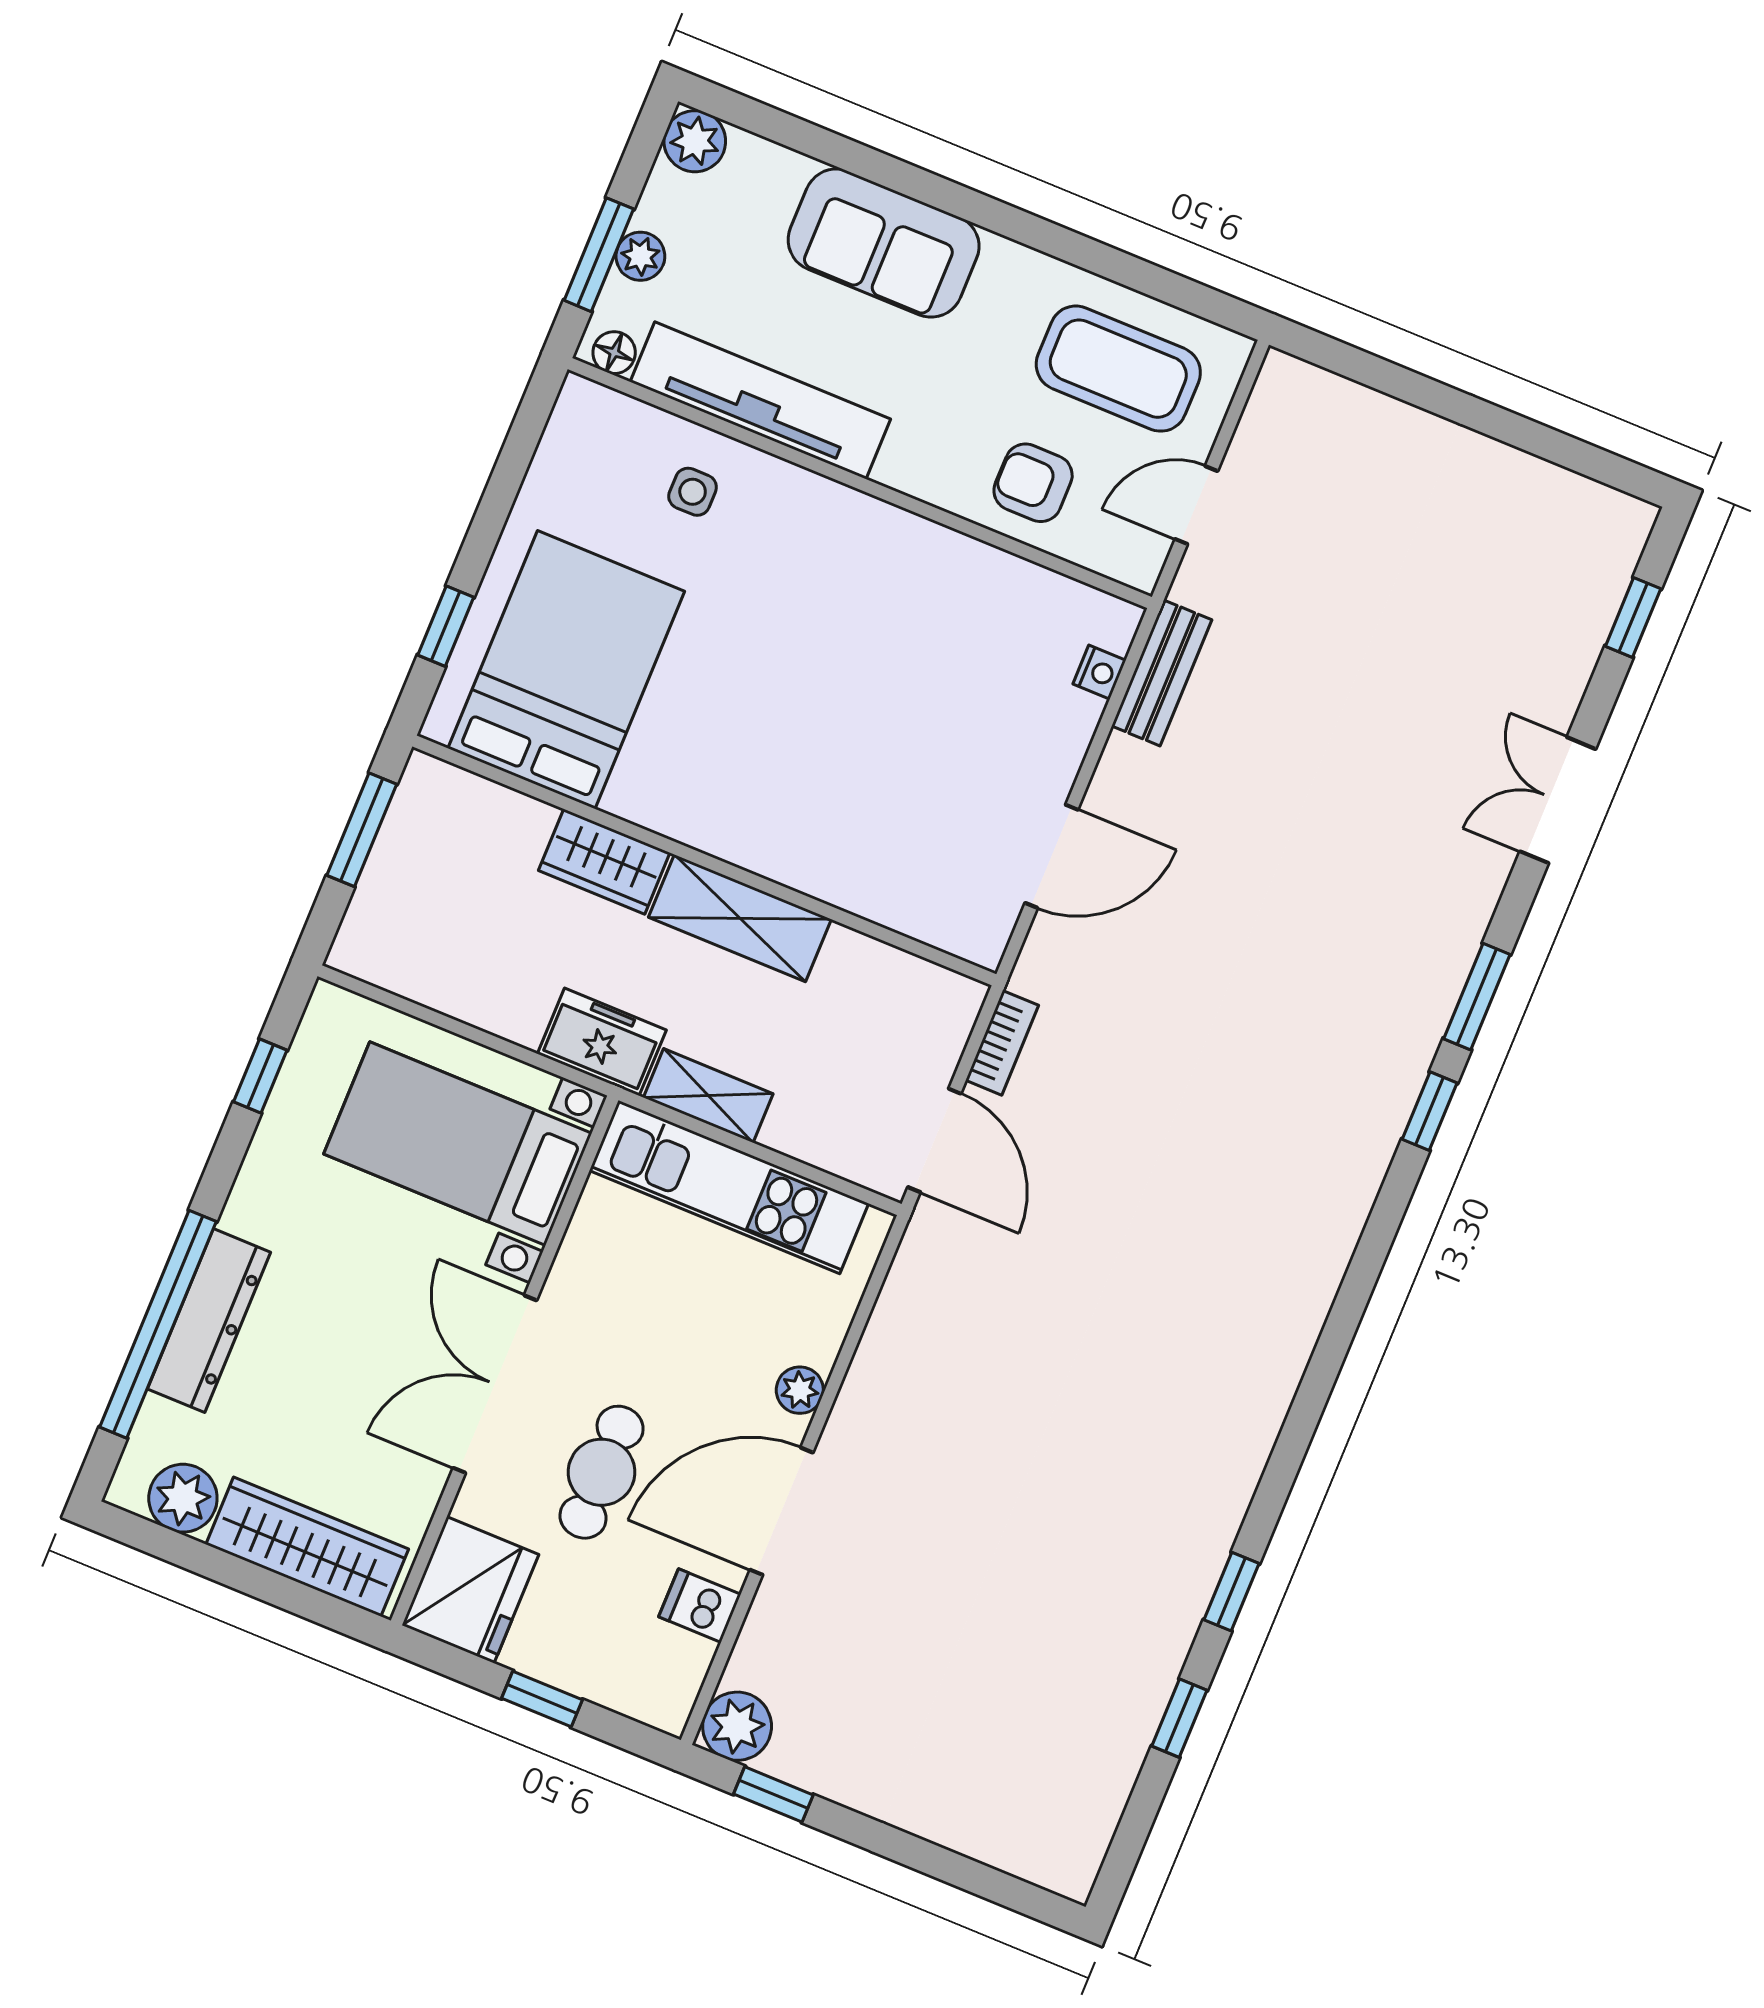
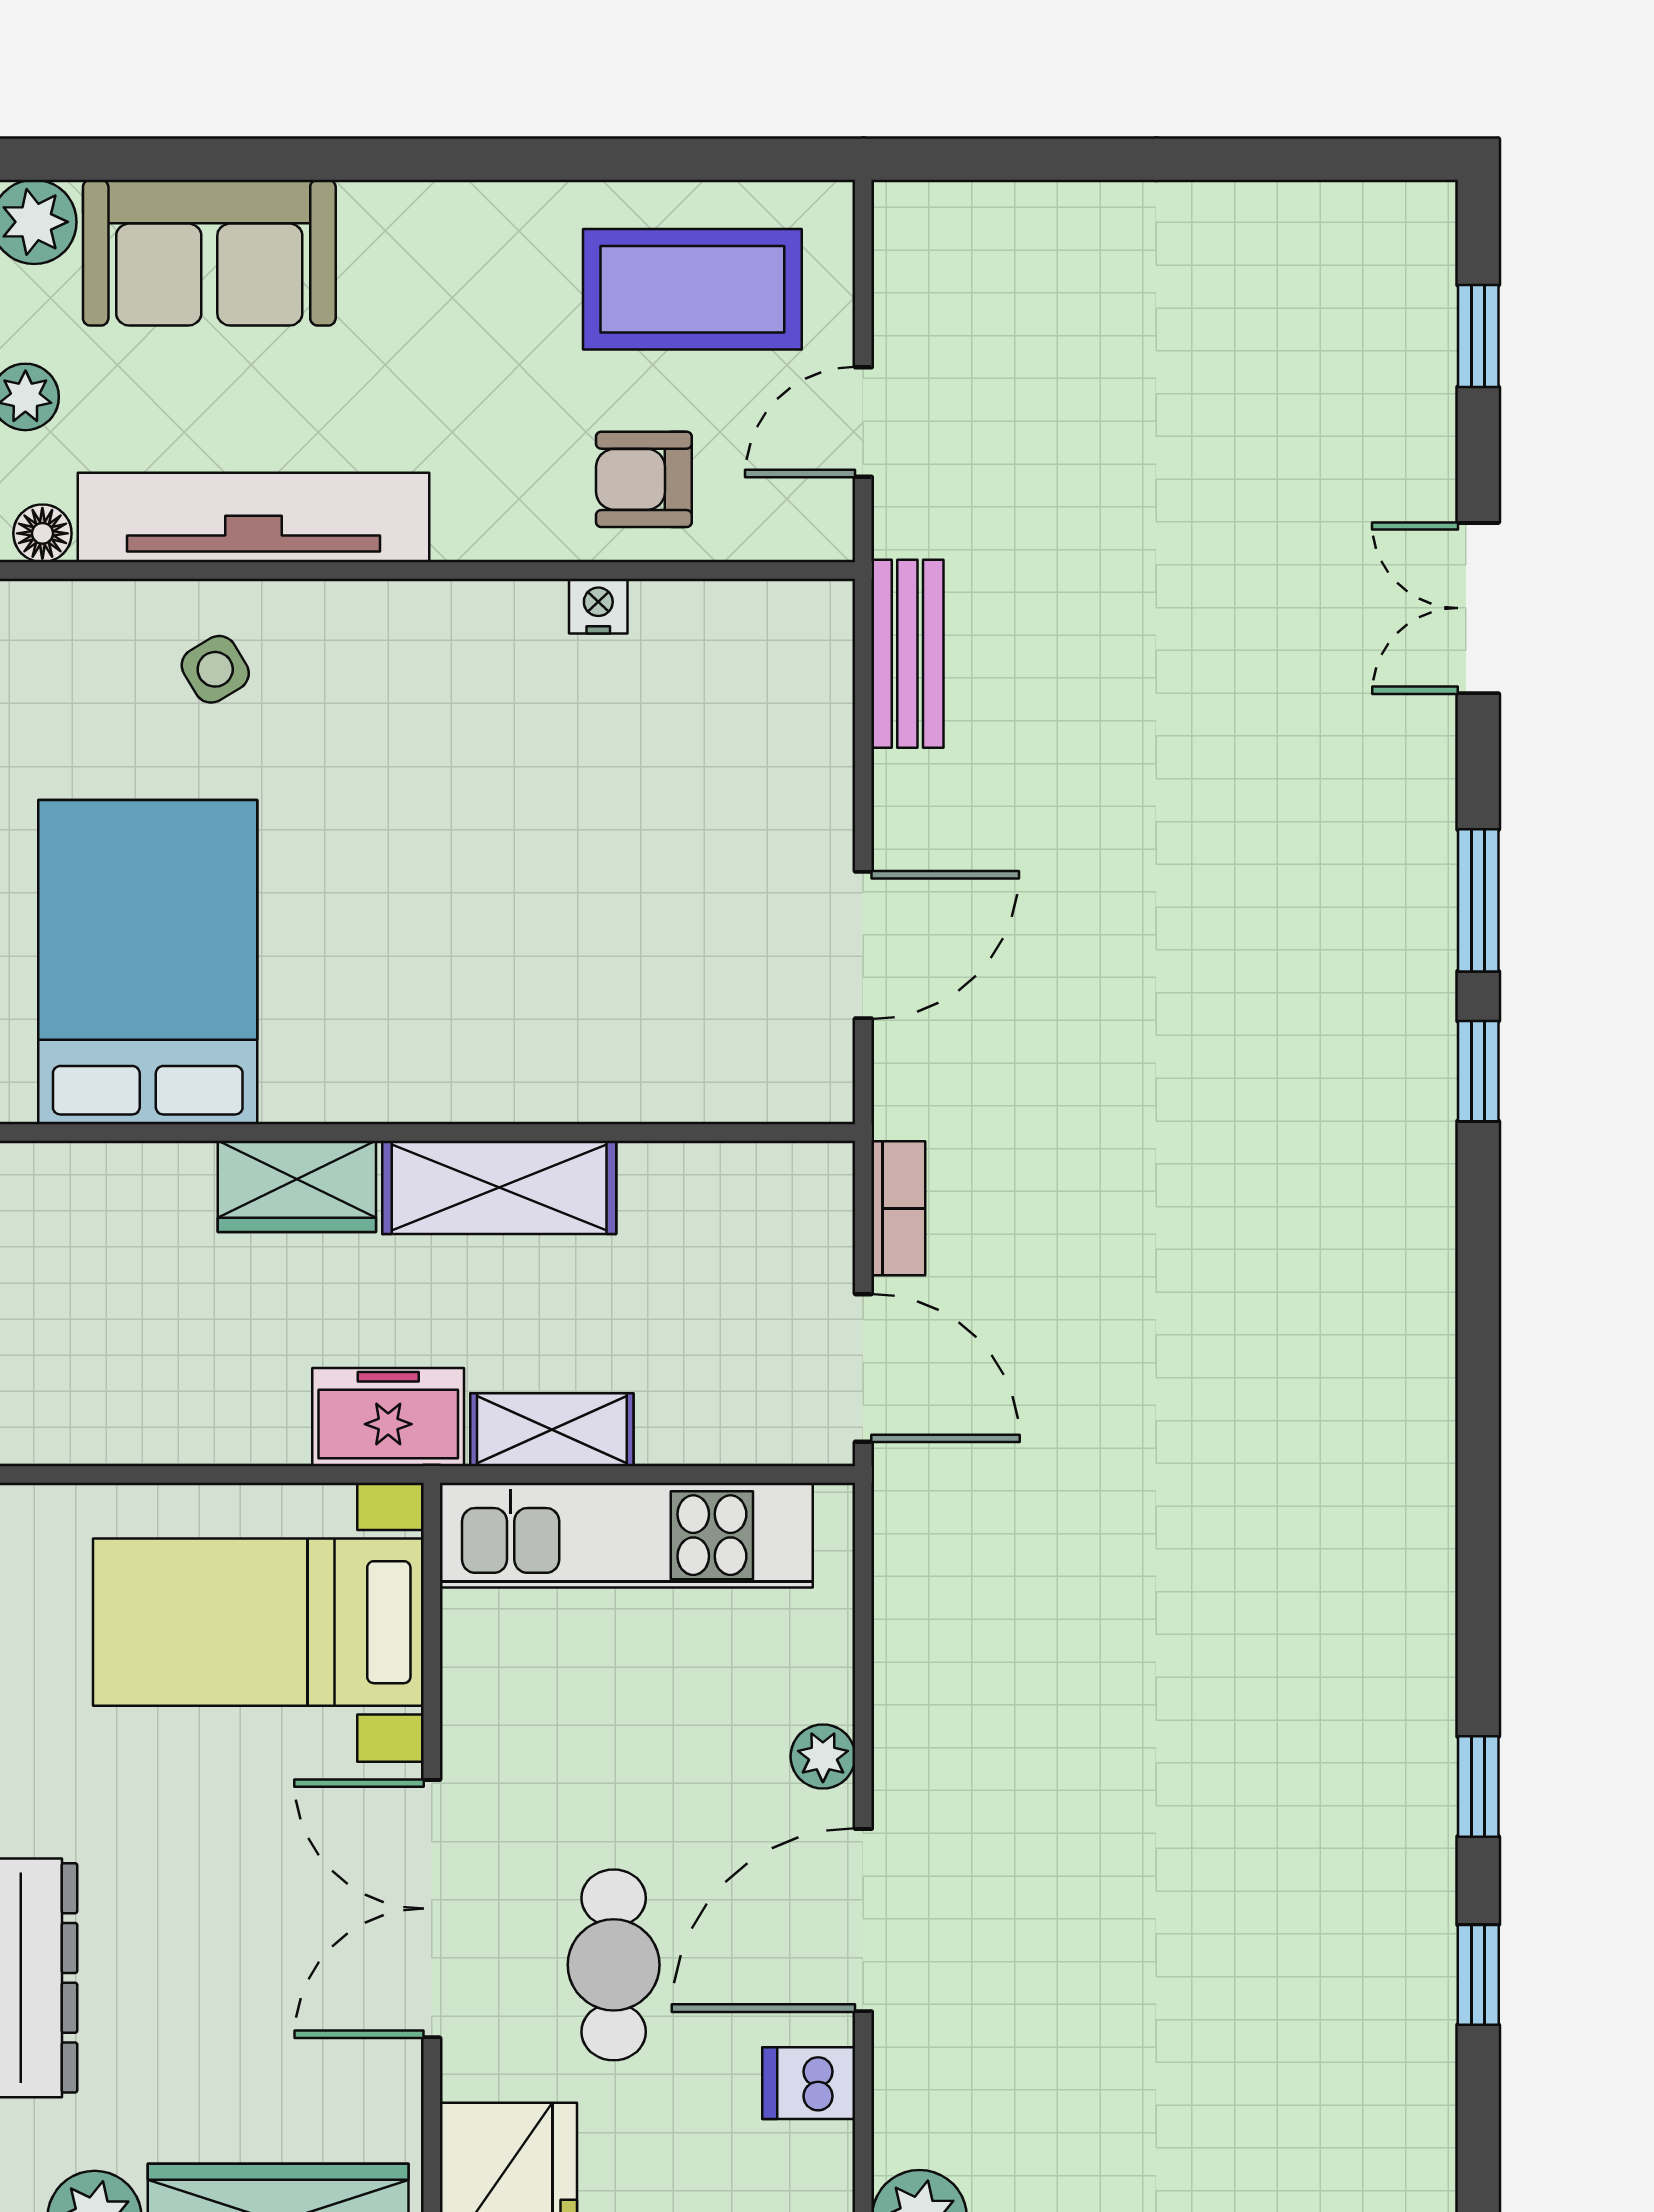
sofa: (884, 243) -> (209, 253), moved
side table: (693, 492) -> (215, 669), turned -31
nightstand: (1099, 672) -> (598, 606), moved, turned -90

